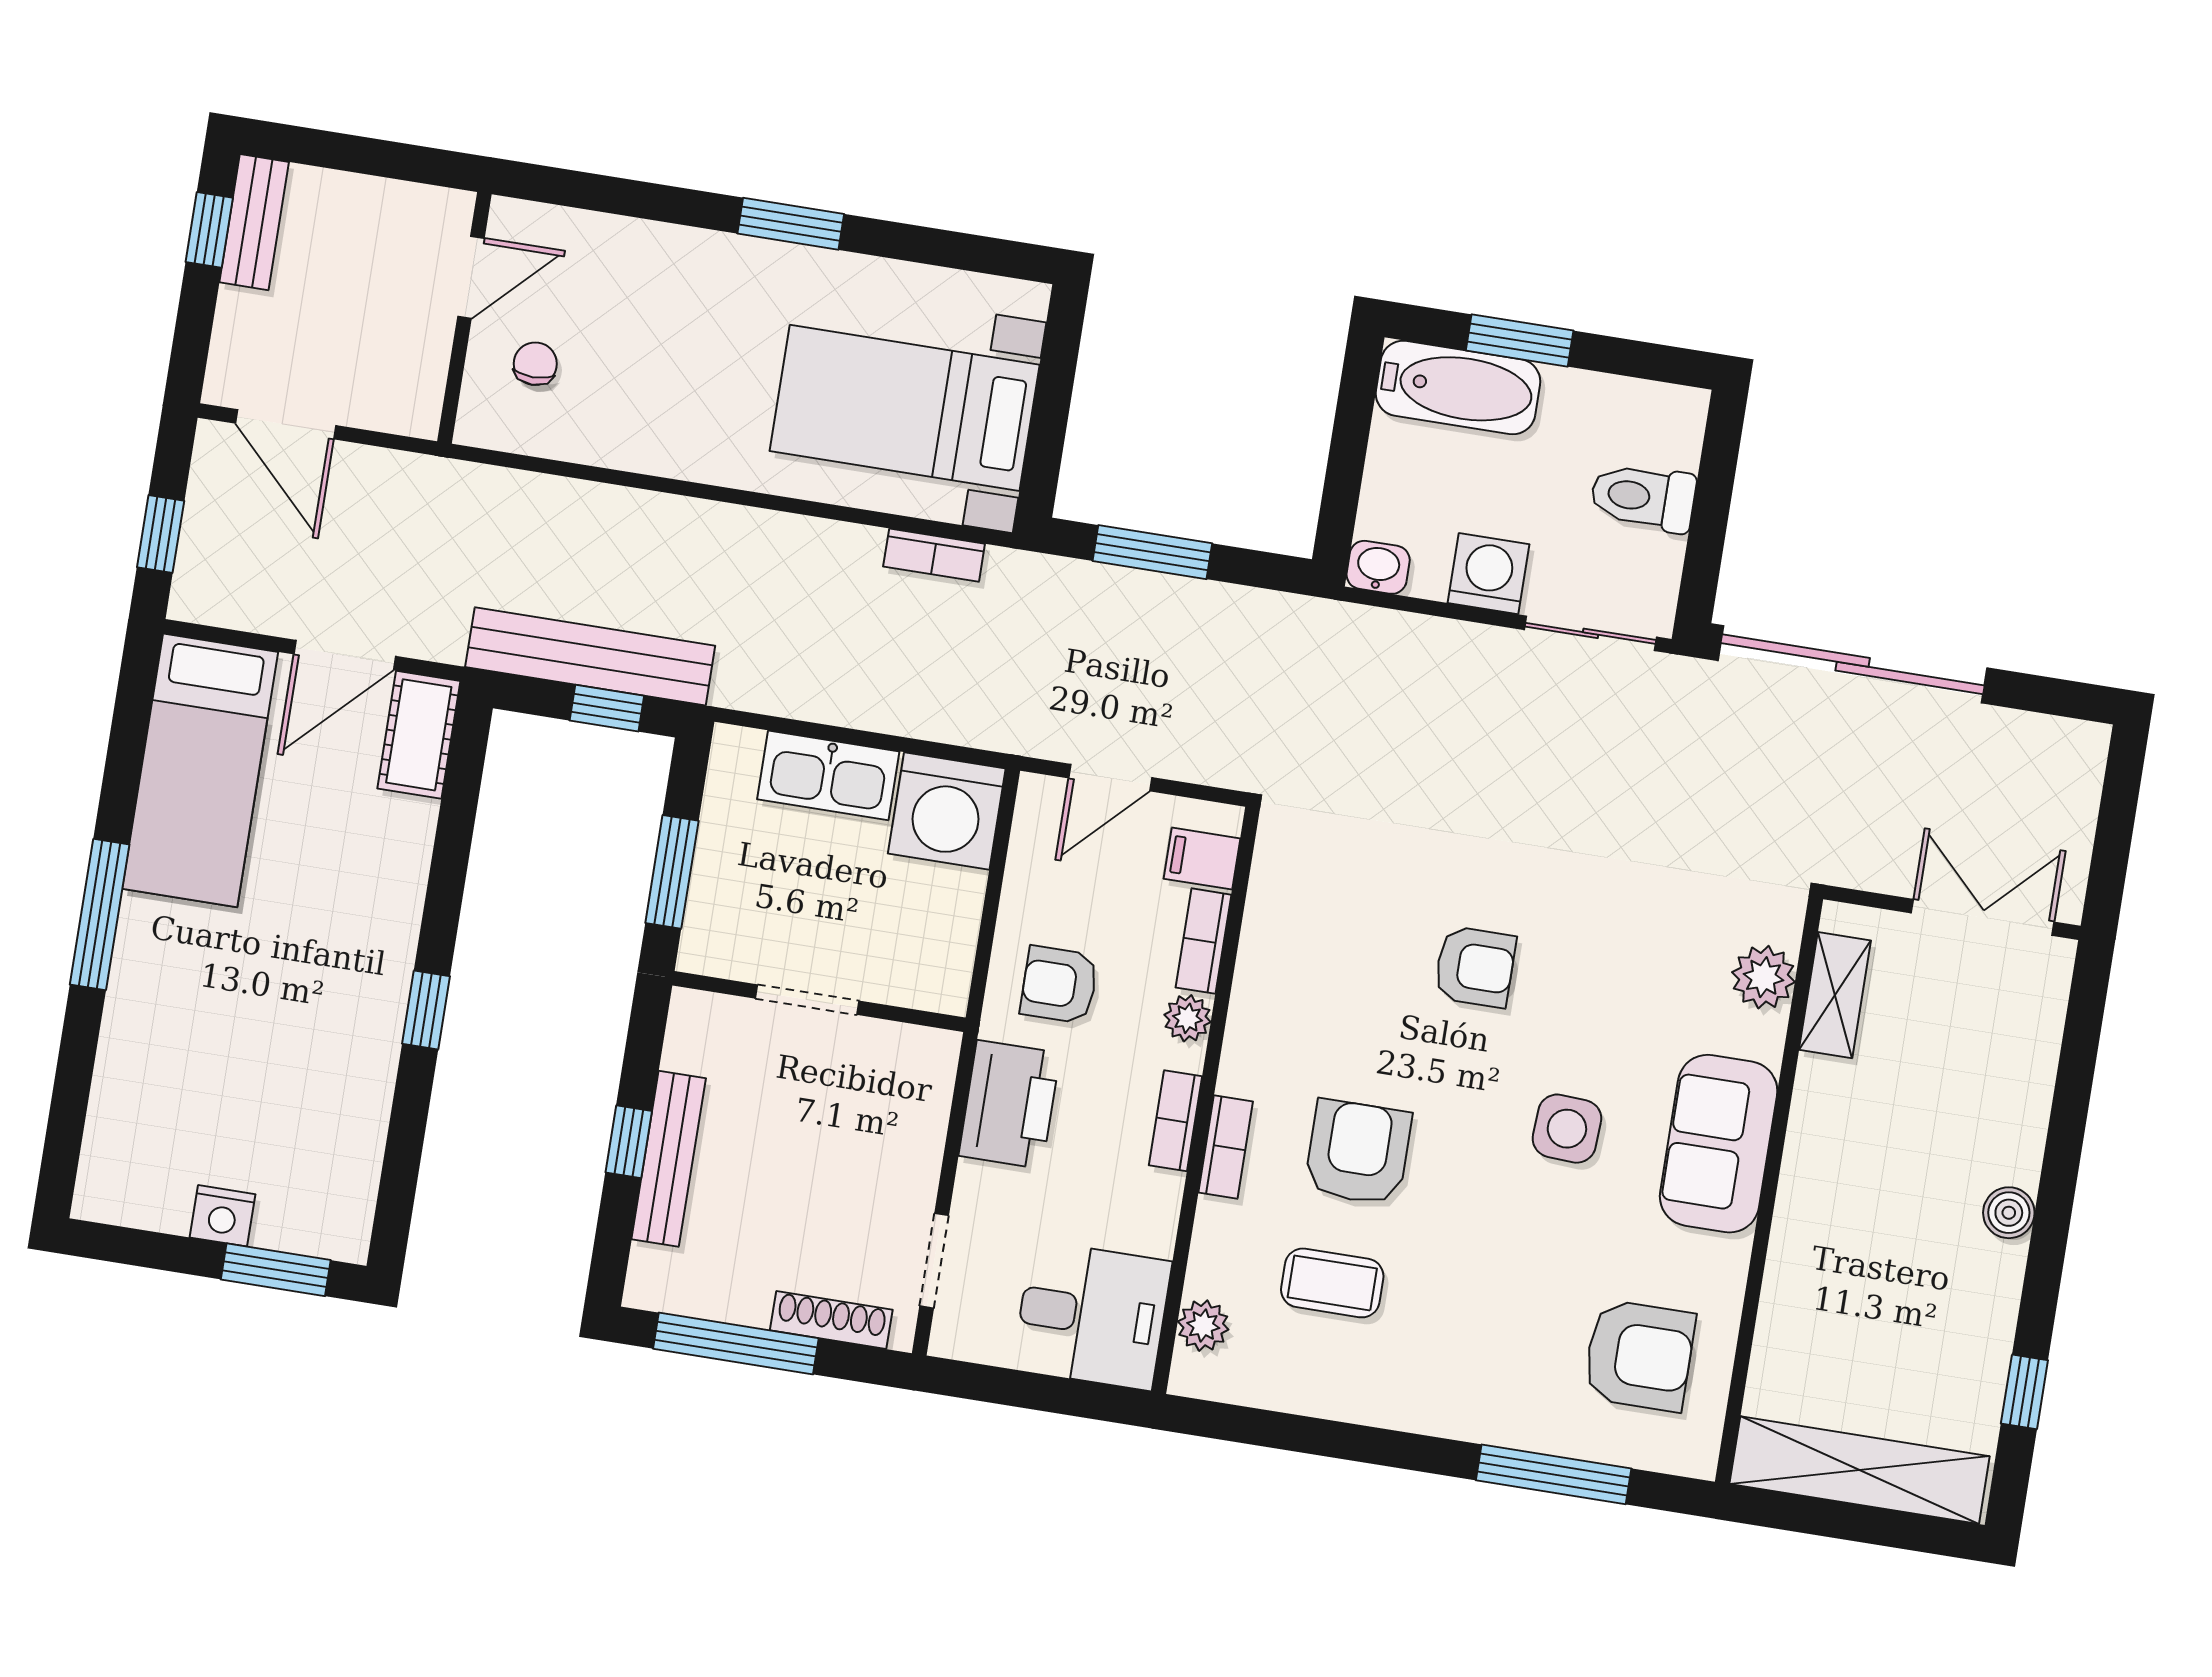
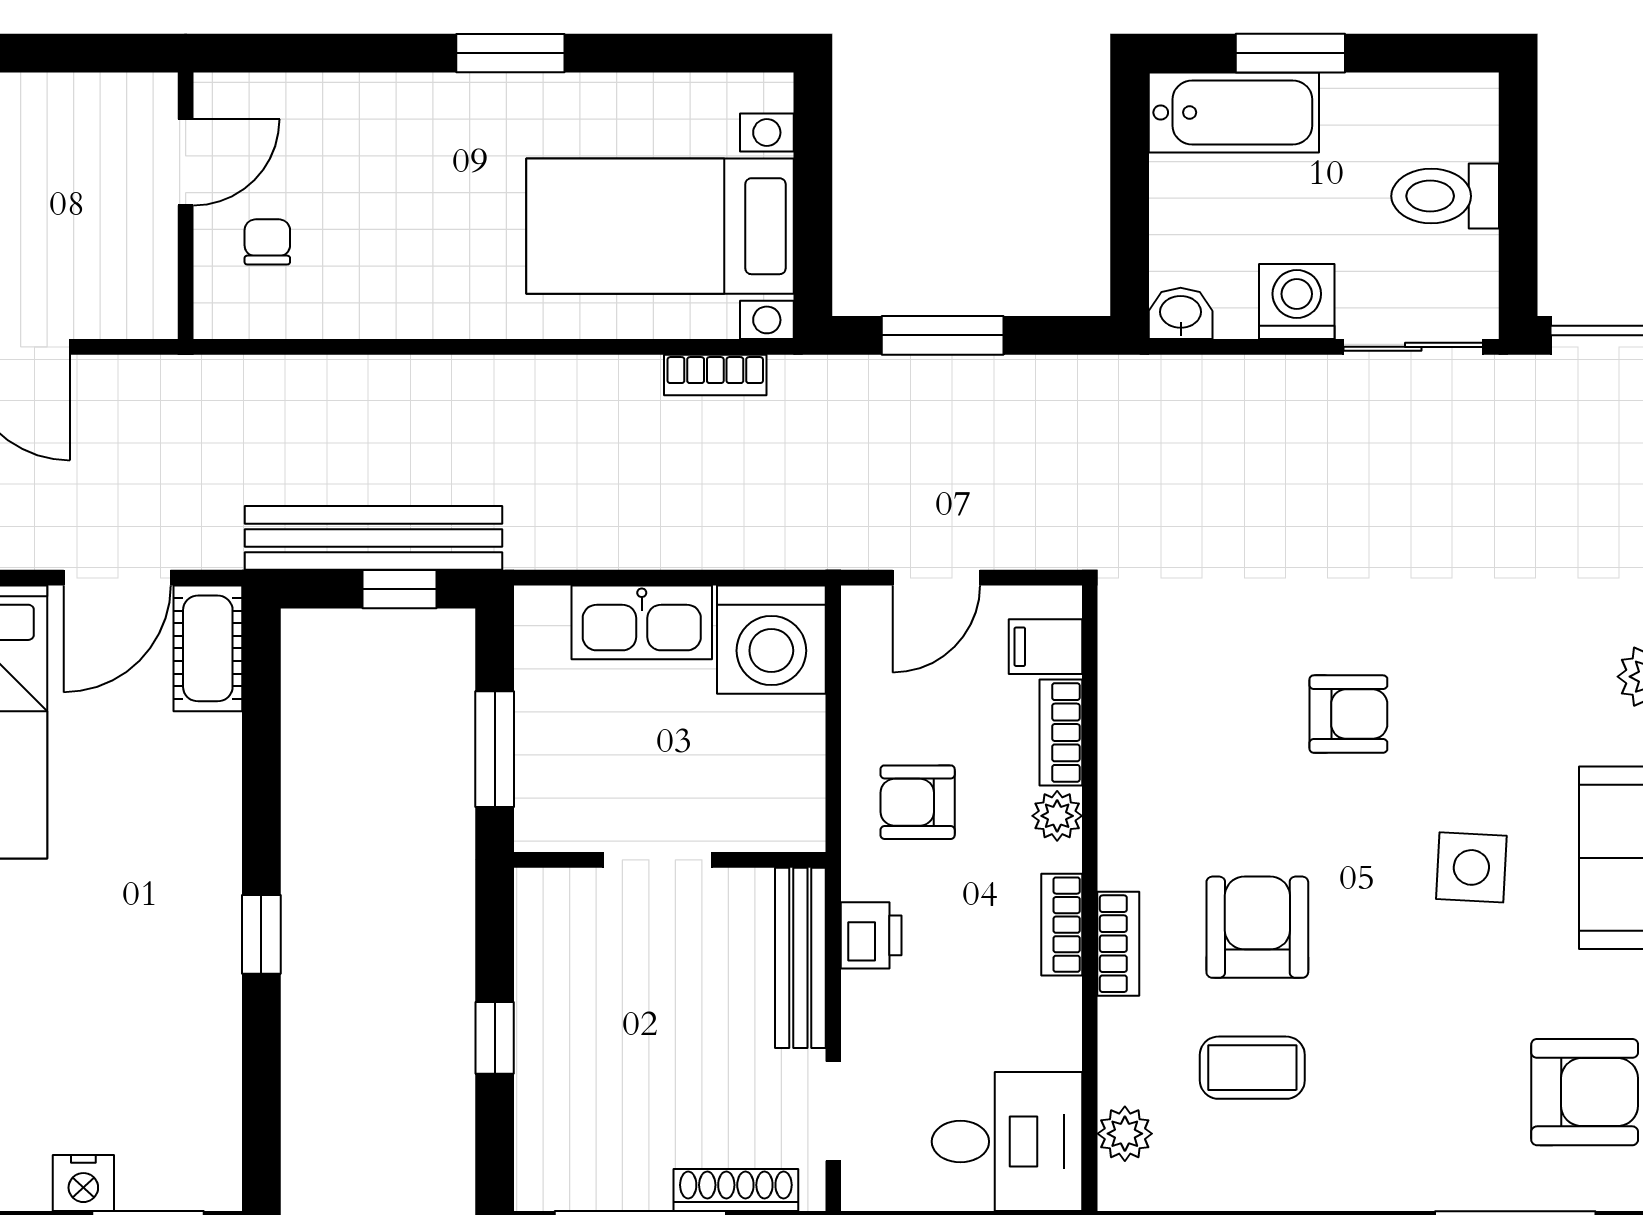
printer: (1009, 1104) -> (871, 935), width x0.53, depth x0.68
bench: (669, 1159) -> (800, 958), moved

